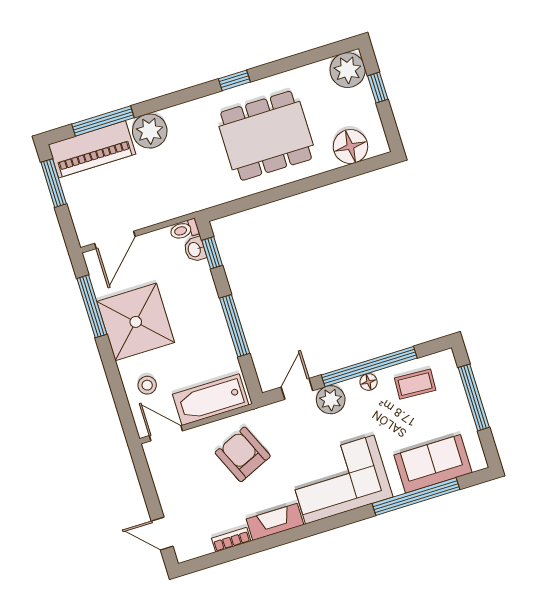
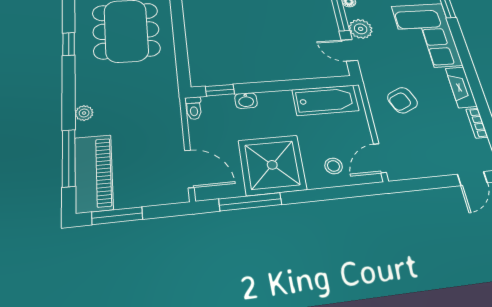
plant: (150, 131) -> (84, 113), width x0.53, depth x0.53
washbasin: (195, 249) -> (246, 101), moved
window: (235, 326) -> (289, 85), removed
bathtub: (211, 400) -> (325, 100), moved, turned -90
armchair: (243, 454) -> (402, 100), width x0.72, depth x0.72

